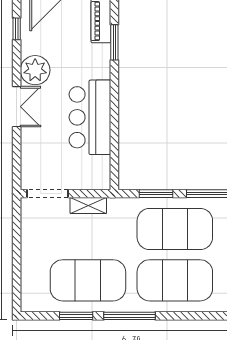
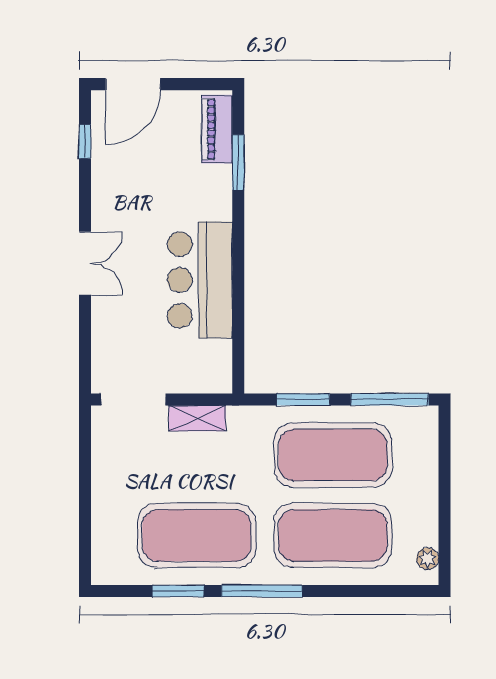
plant: (35, 70) -> (114, 206), removed

